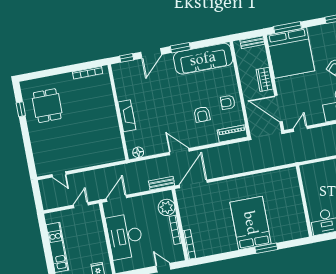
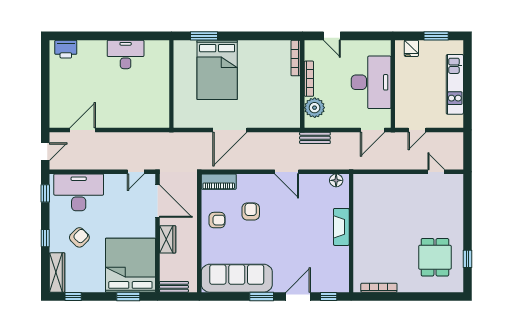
window: (287, 28) -> (128, 296), width x0.69
door: (193, 184) -> (230, 130), moved
wall: (304, 201) -> (171, 84), moved

